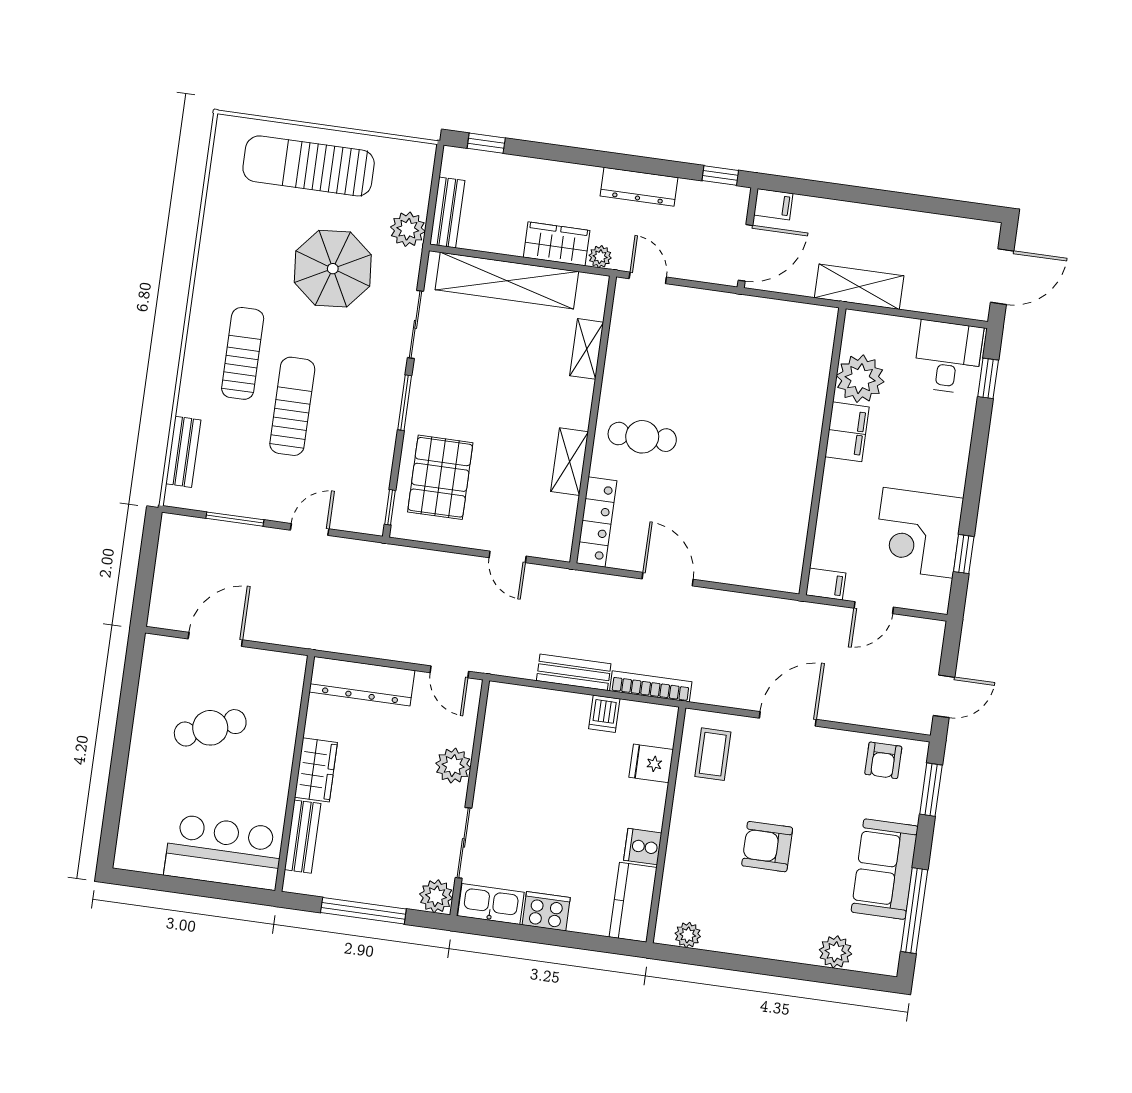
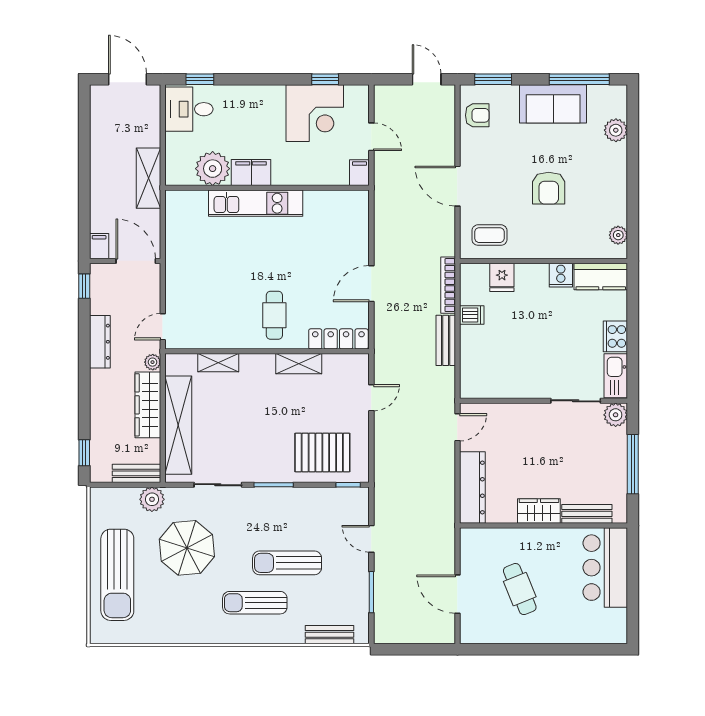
wardrobe: (557, 244) -> (148, 405), width x1.50
kitchen unit: (803, 432) -> (256, 203), added
plant: (453, 766) -> (523, 416), removed

